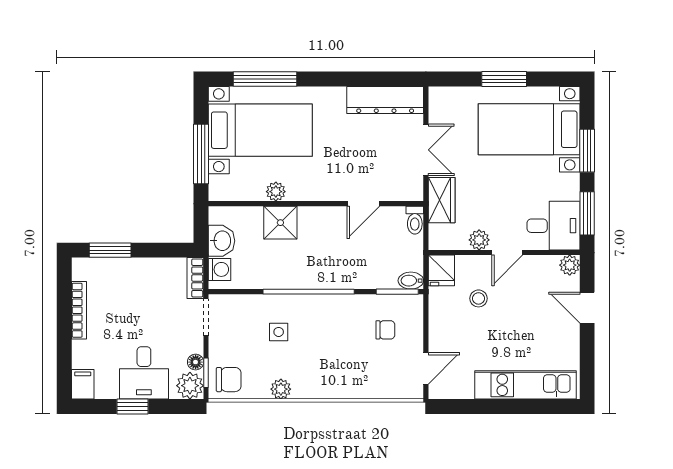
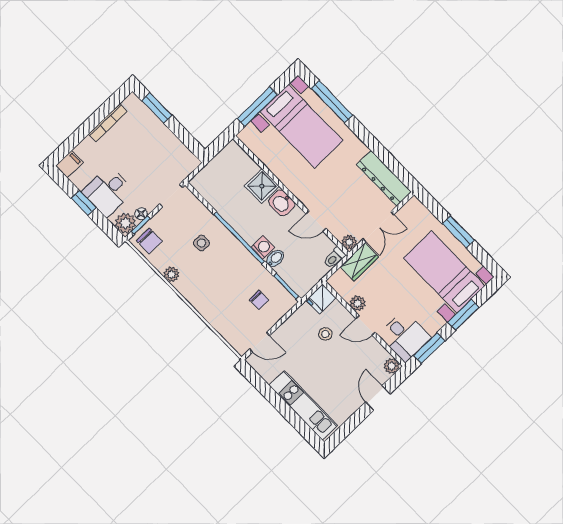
plant: (276, 192) -> (349, 242), moved
washbasin: (222, 241) -> (282, 203), moved, turned 90
washing machine: (220, 269) -> (263, 247), moved, turned -90
bookcase: (195, 278) -> (187, 169), removed
bidet: (411, 281) -> (275, 258), moved, turned 90

